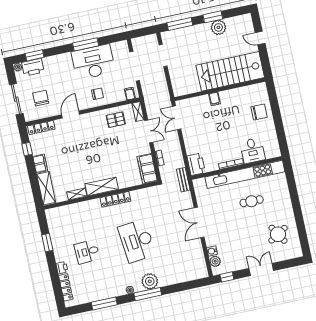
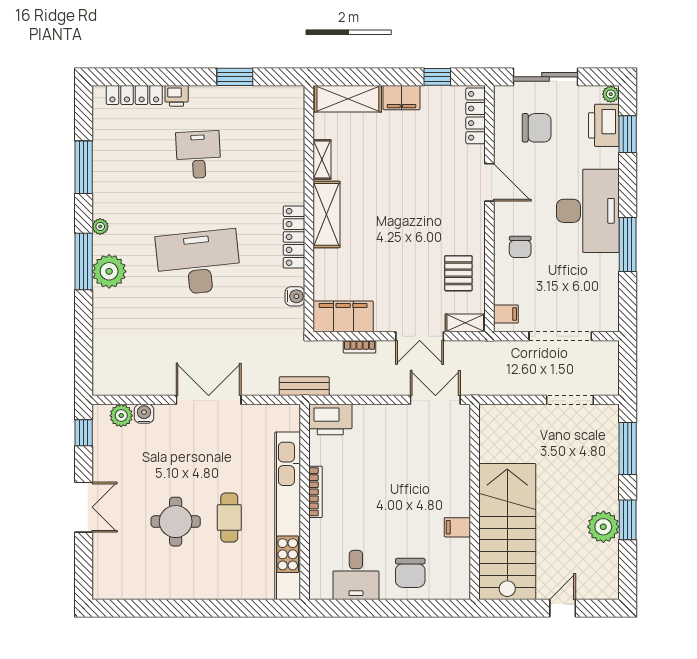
desk: (93, 62) -> (588, 211), moved
filing cabinet: (215, 99) -> (457, 527), moved
desk: (252, 151) -> (356, 575), moved, turned -90
water cooler: (143, 193) -> (295, 296), added
round table: (278, 234) -> (176, 522), moved, turned 32

